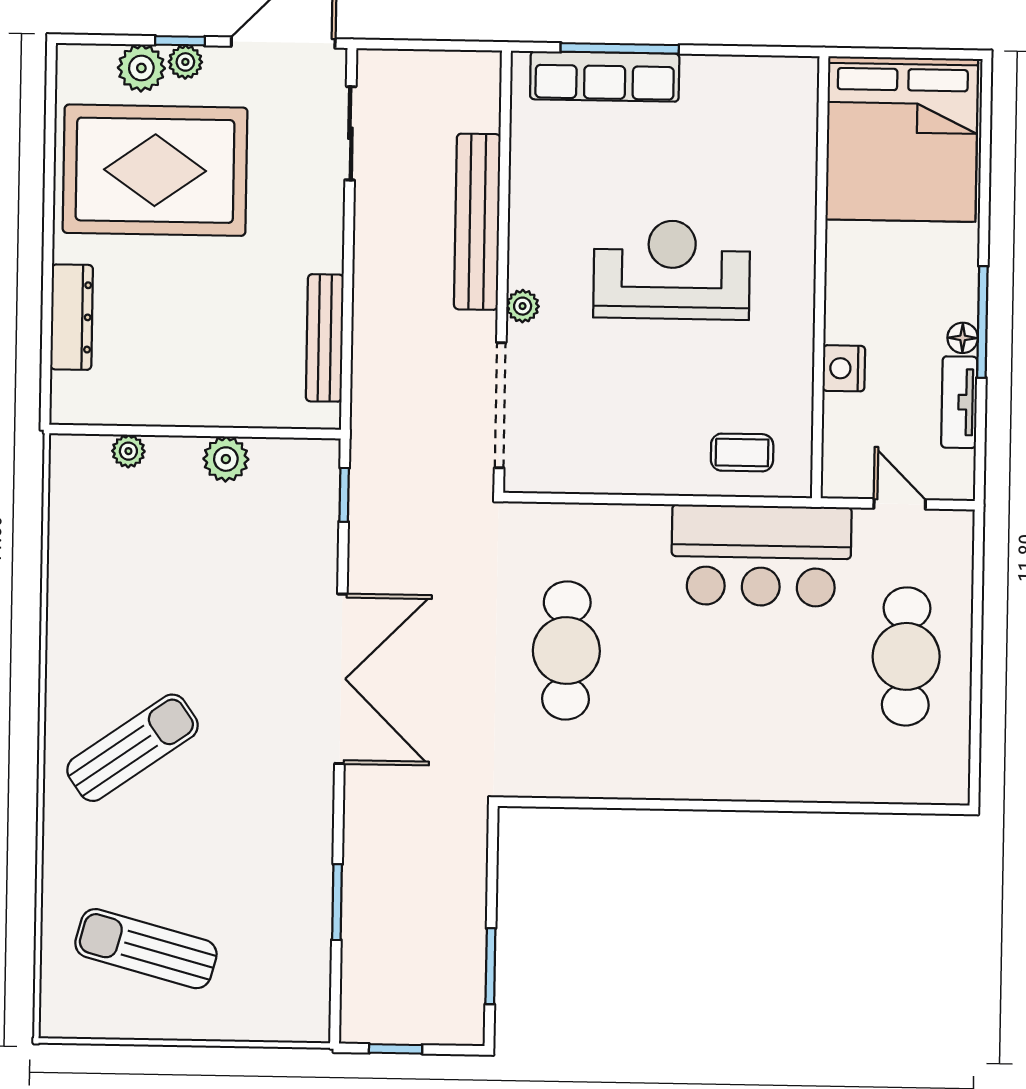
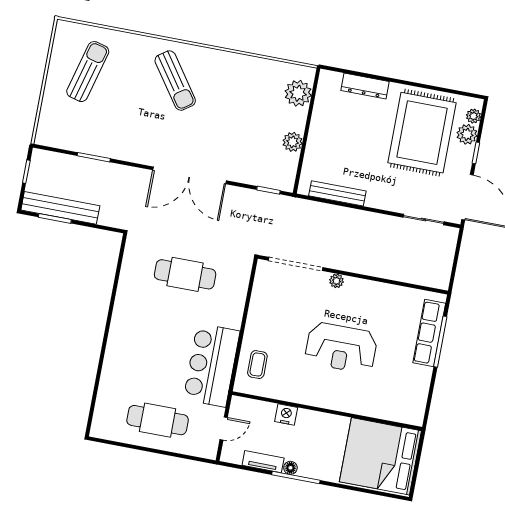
plant: (185, 62) -> (473, 116), moved
bench: (477, 222) -> (60, 208), moved
reception desk: (672, 270) -> (341, 348), turned 90
plant: (128, 451) -> (298, 93), width x1.88, depth x1.88

